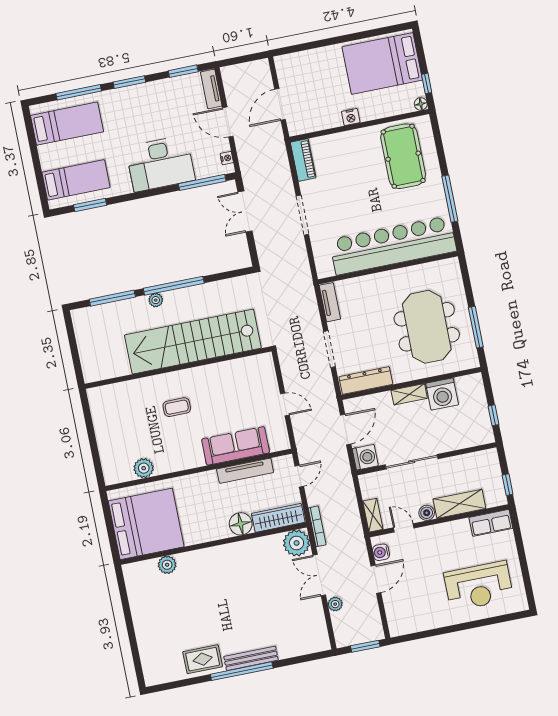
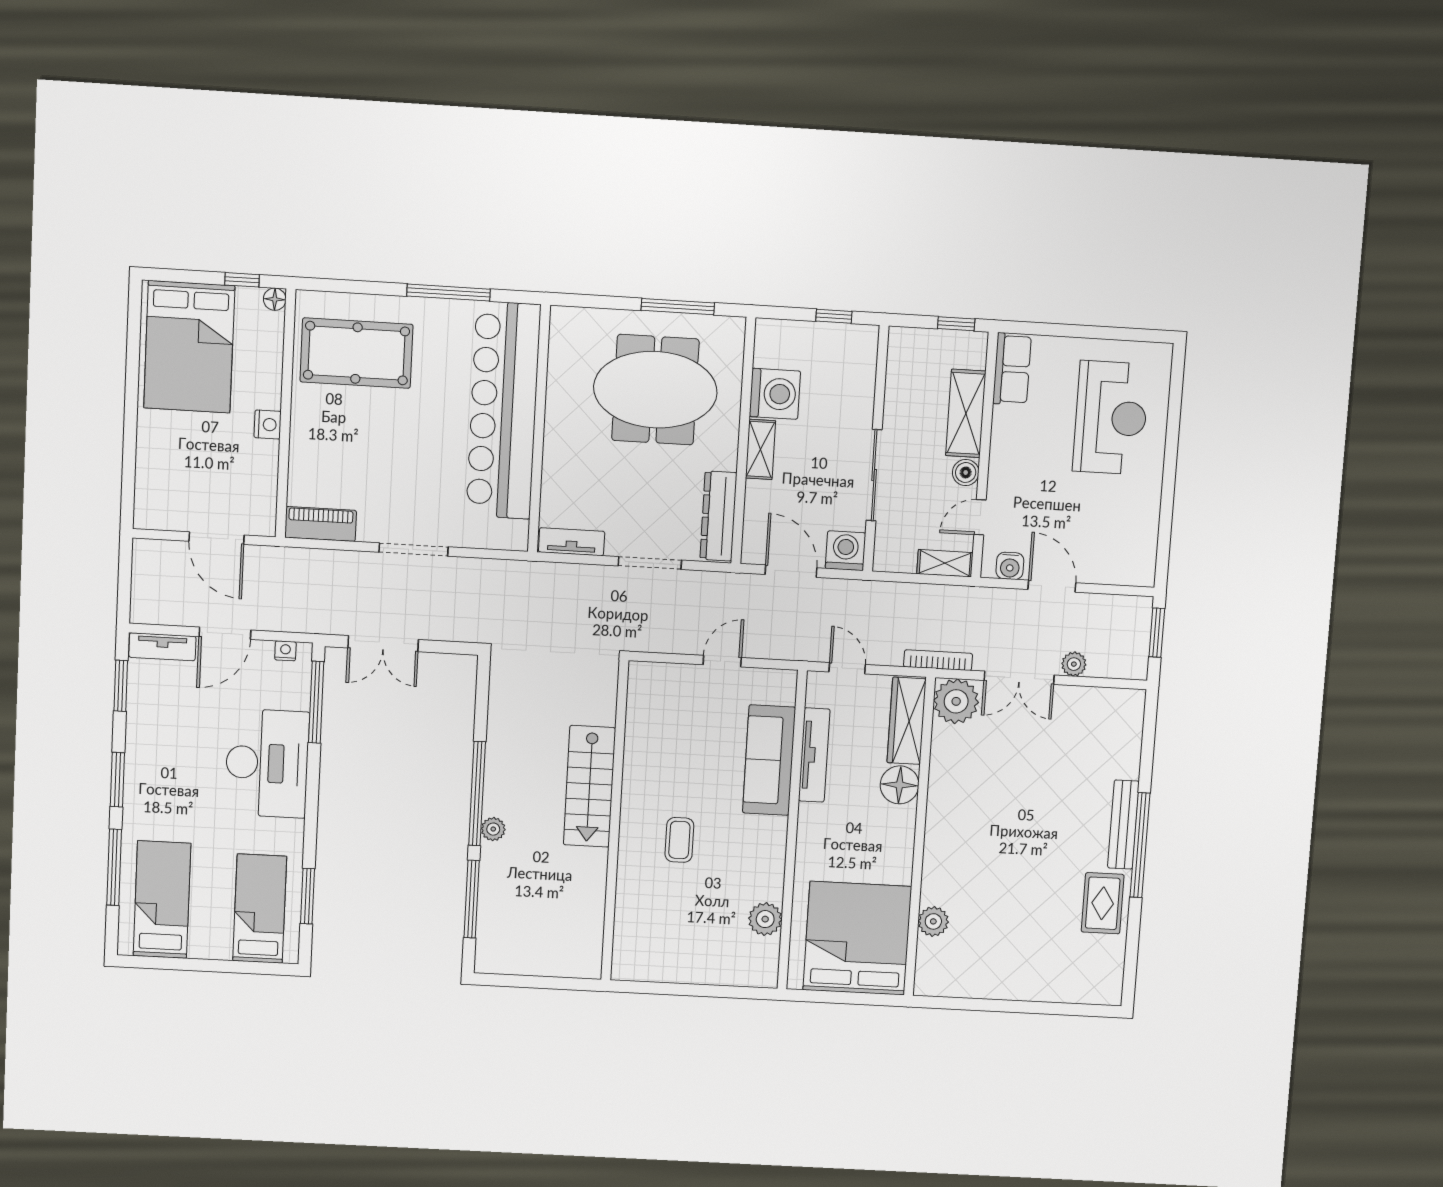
stairs: (193, 342) -> (590, 786), width x0.54, depth x0.66

